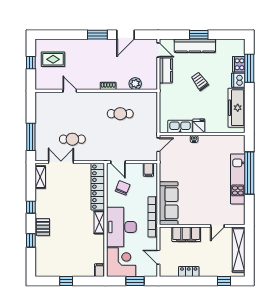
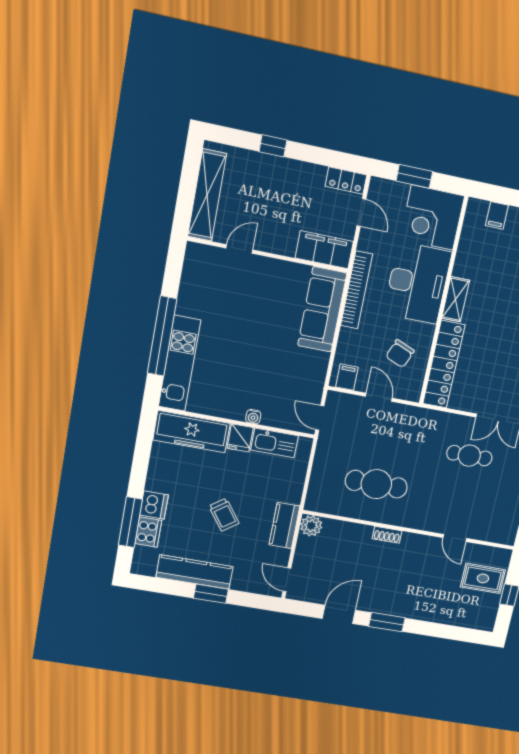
kitchen counter: (195, 46) -> (195, 572), moved
rug: (53, 59) -> (483, 578), moved
kitchen counter: (166, 70) -> (284, 525), moved
plant: (135, 84) -> (311, 526), moved
freezer: (236, 108) -> (192, 432), moved, turned 90
cafe table: (120, 114) -> (376, 484), width x1.37, depth x1.35
door: (158, 145) -> (320, 418), hinge flipped
door: (118, 162) -> (379, 397), moved
kitchen unit: (238, 179) -> (179, 363), moved
filing cabinet: (186, 234) -> (324, 250), moved
filing cabinet: (100, 270) -> (497, 215), moved
locker: (189, 272) -> (346, 181), moved
window: (224, 281) -> (273, 146), moved

